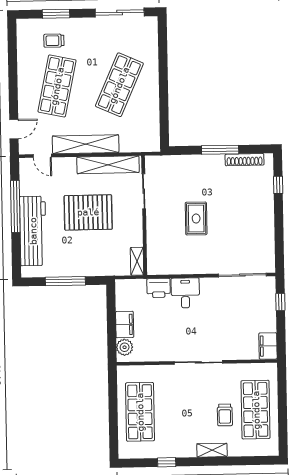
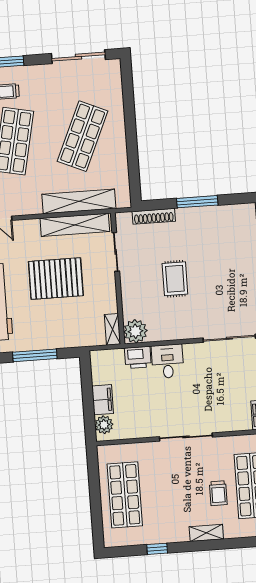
shelving: (86, 144) -> (79, 201), moved
shoe rack: (245, 160) -> (154, 216), moved
plant: (158, 264) -> (135, 331), added

